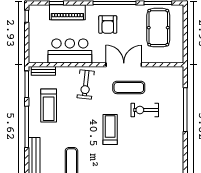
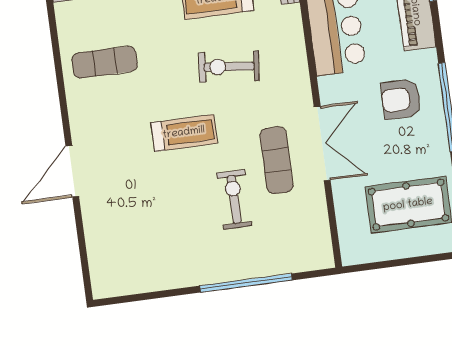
exercise bike: (86, 85) -> (229, 67), moved

